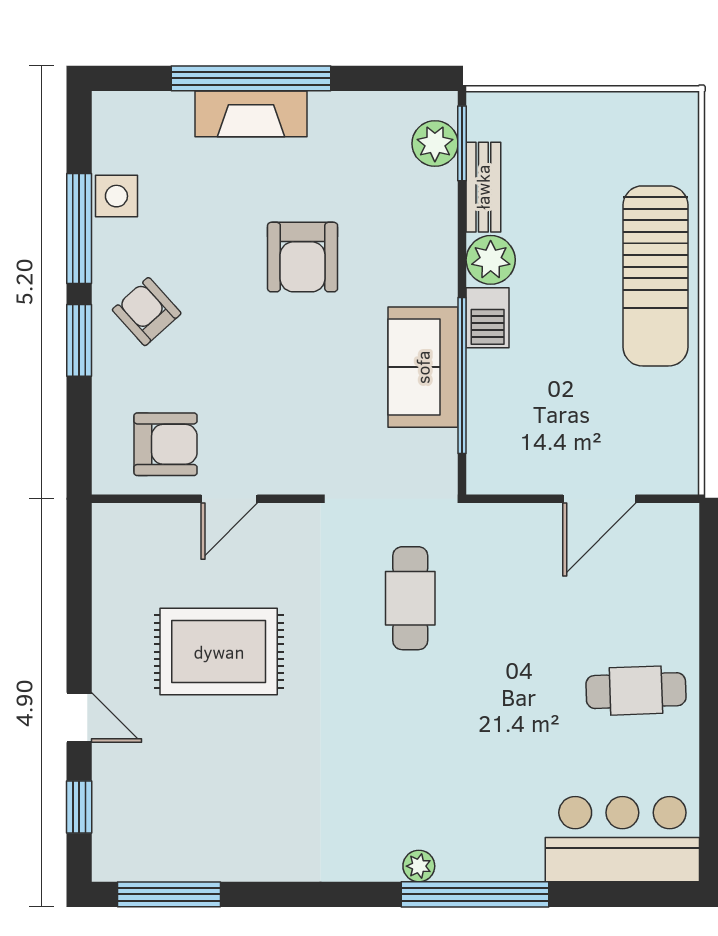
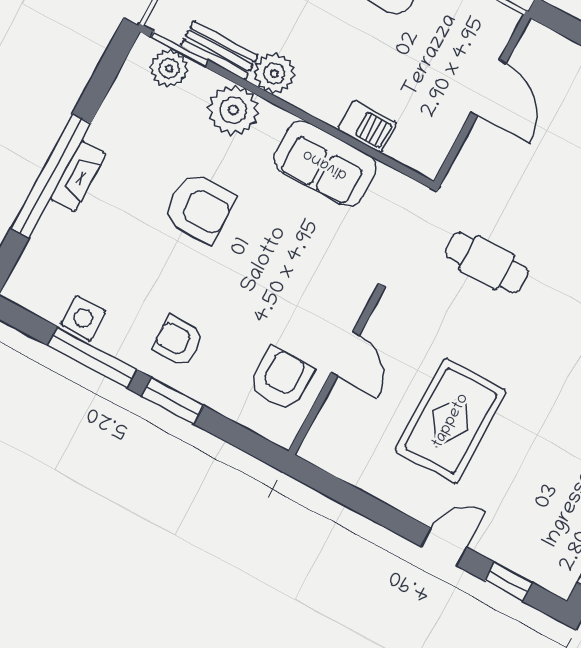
fireplace: (251, 114) -> (78, 176), width x0.73, depth x0.76
plant: (427, 237) -> (233, 110), added
armchair: (147, 312) -> (178, 341), turned 42
barbecue: (488, 318) -> (367, 126), moved
window: (462, 376) -> (346, 139), removed

